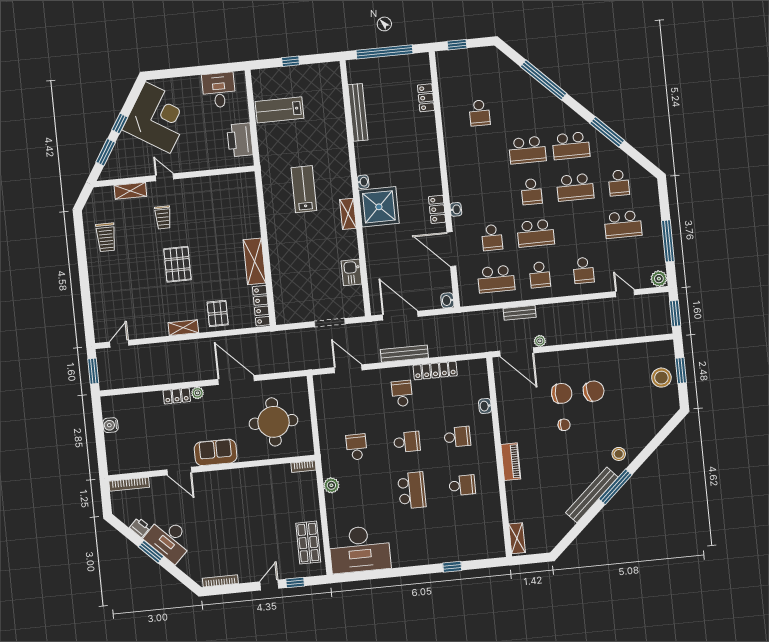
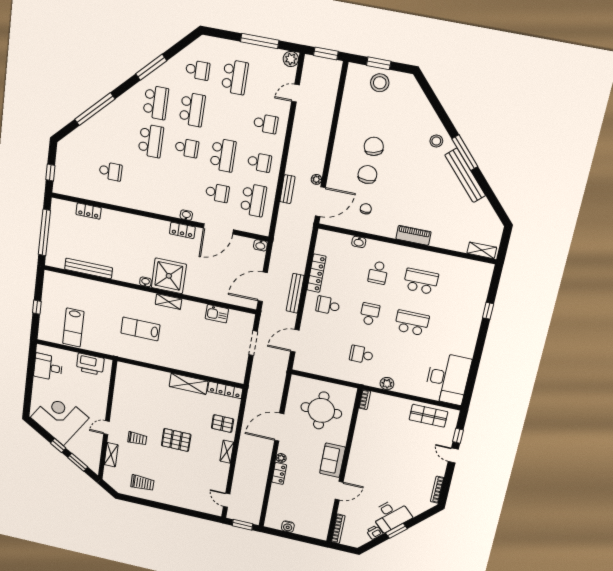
chair: (564, 425) -> (366, 209), moved
school desk: (457, 437) -> (378, 273), turned 180
school desk: (462, 485) -> (421, 281), width x1.85

